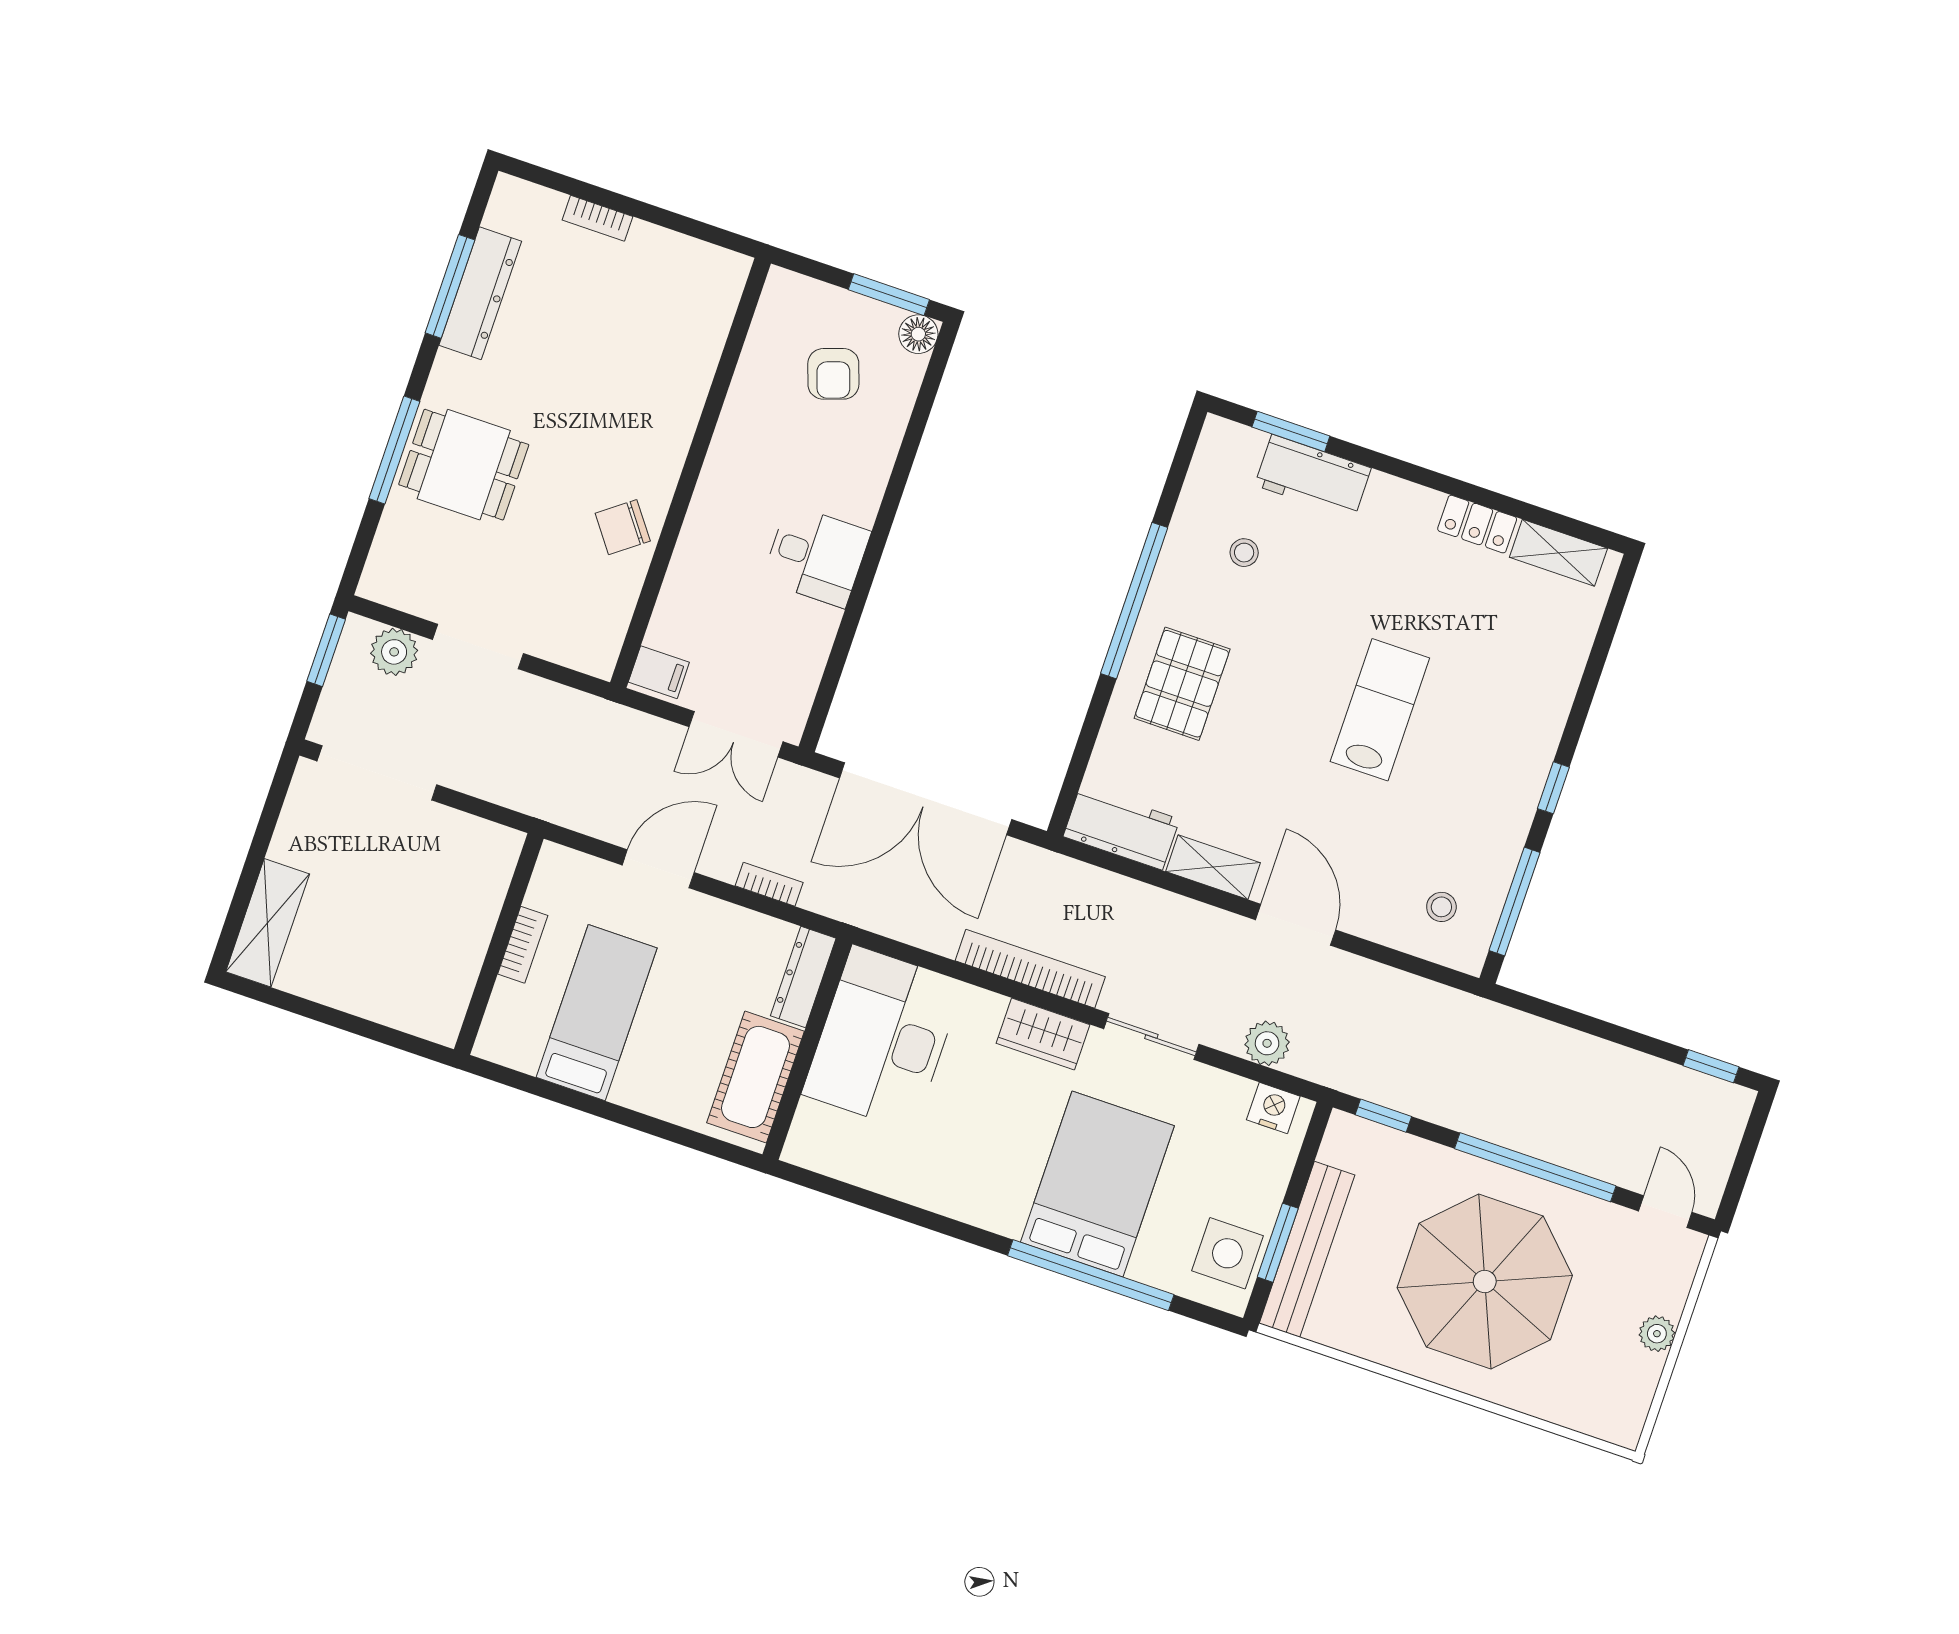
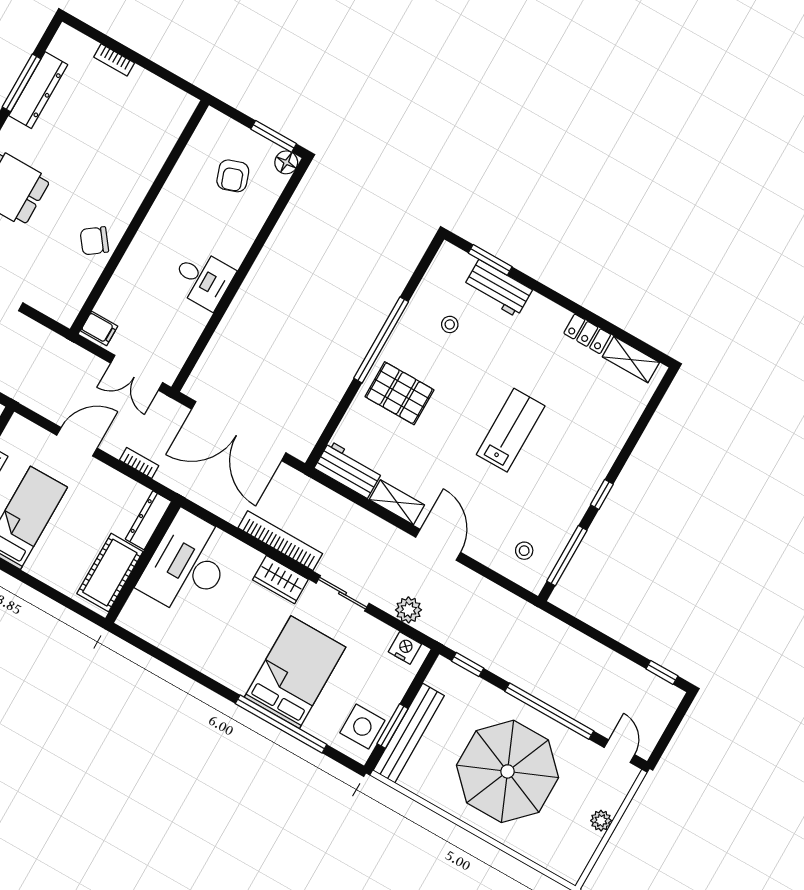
pallet: (1182, 684) -> (399, 393), turned 90

